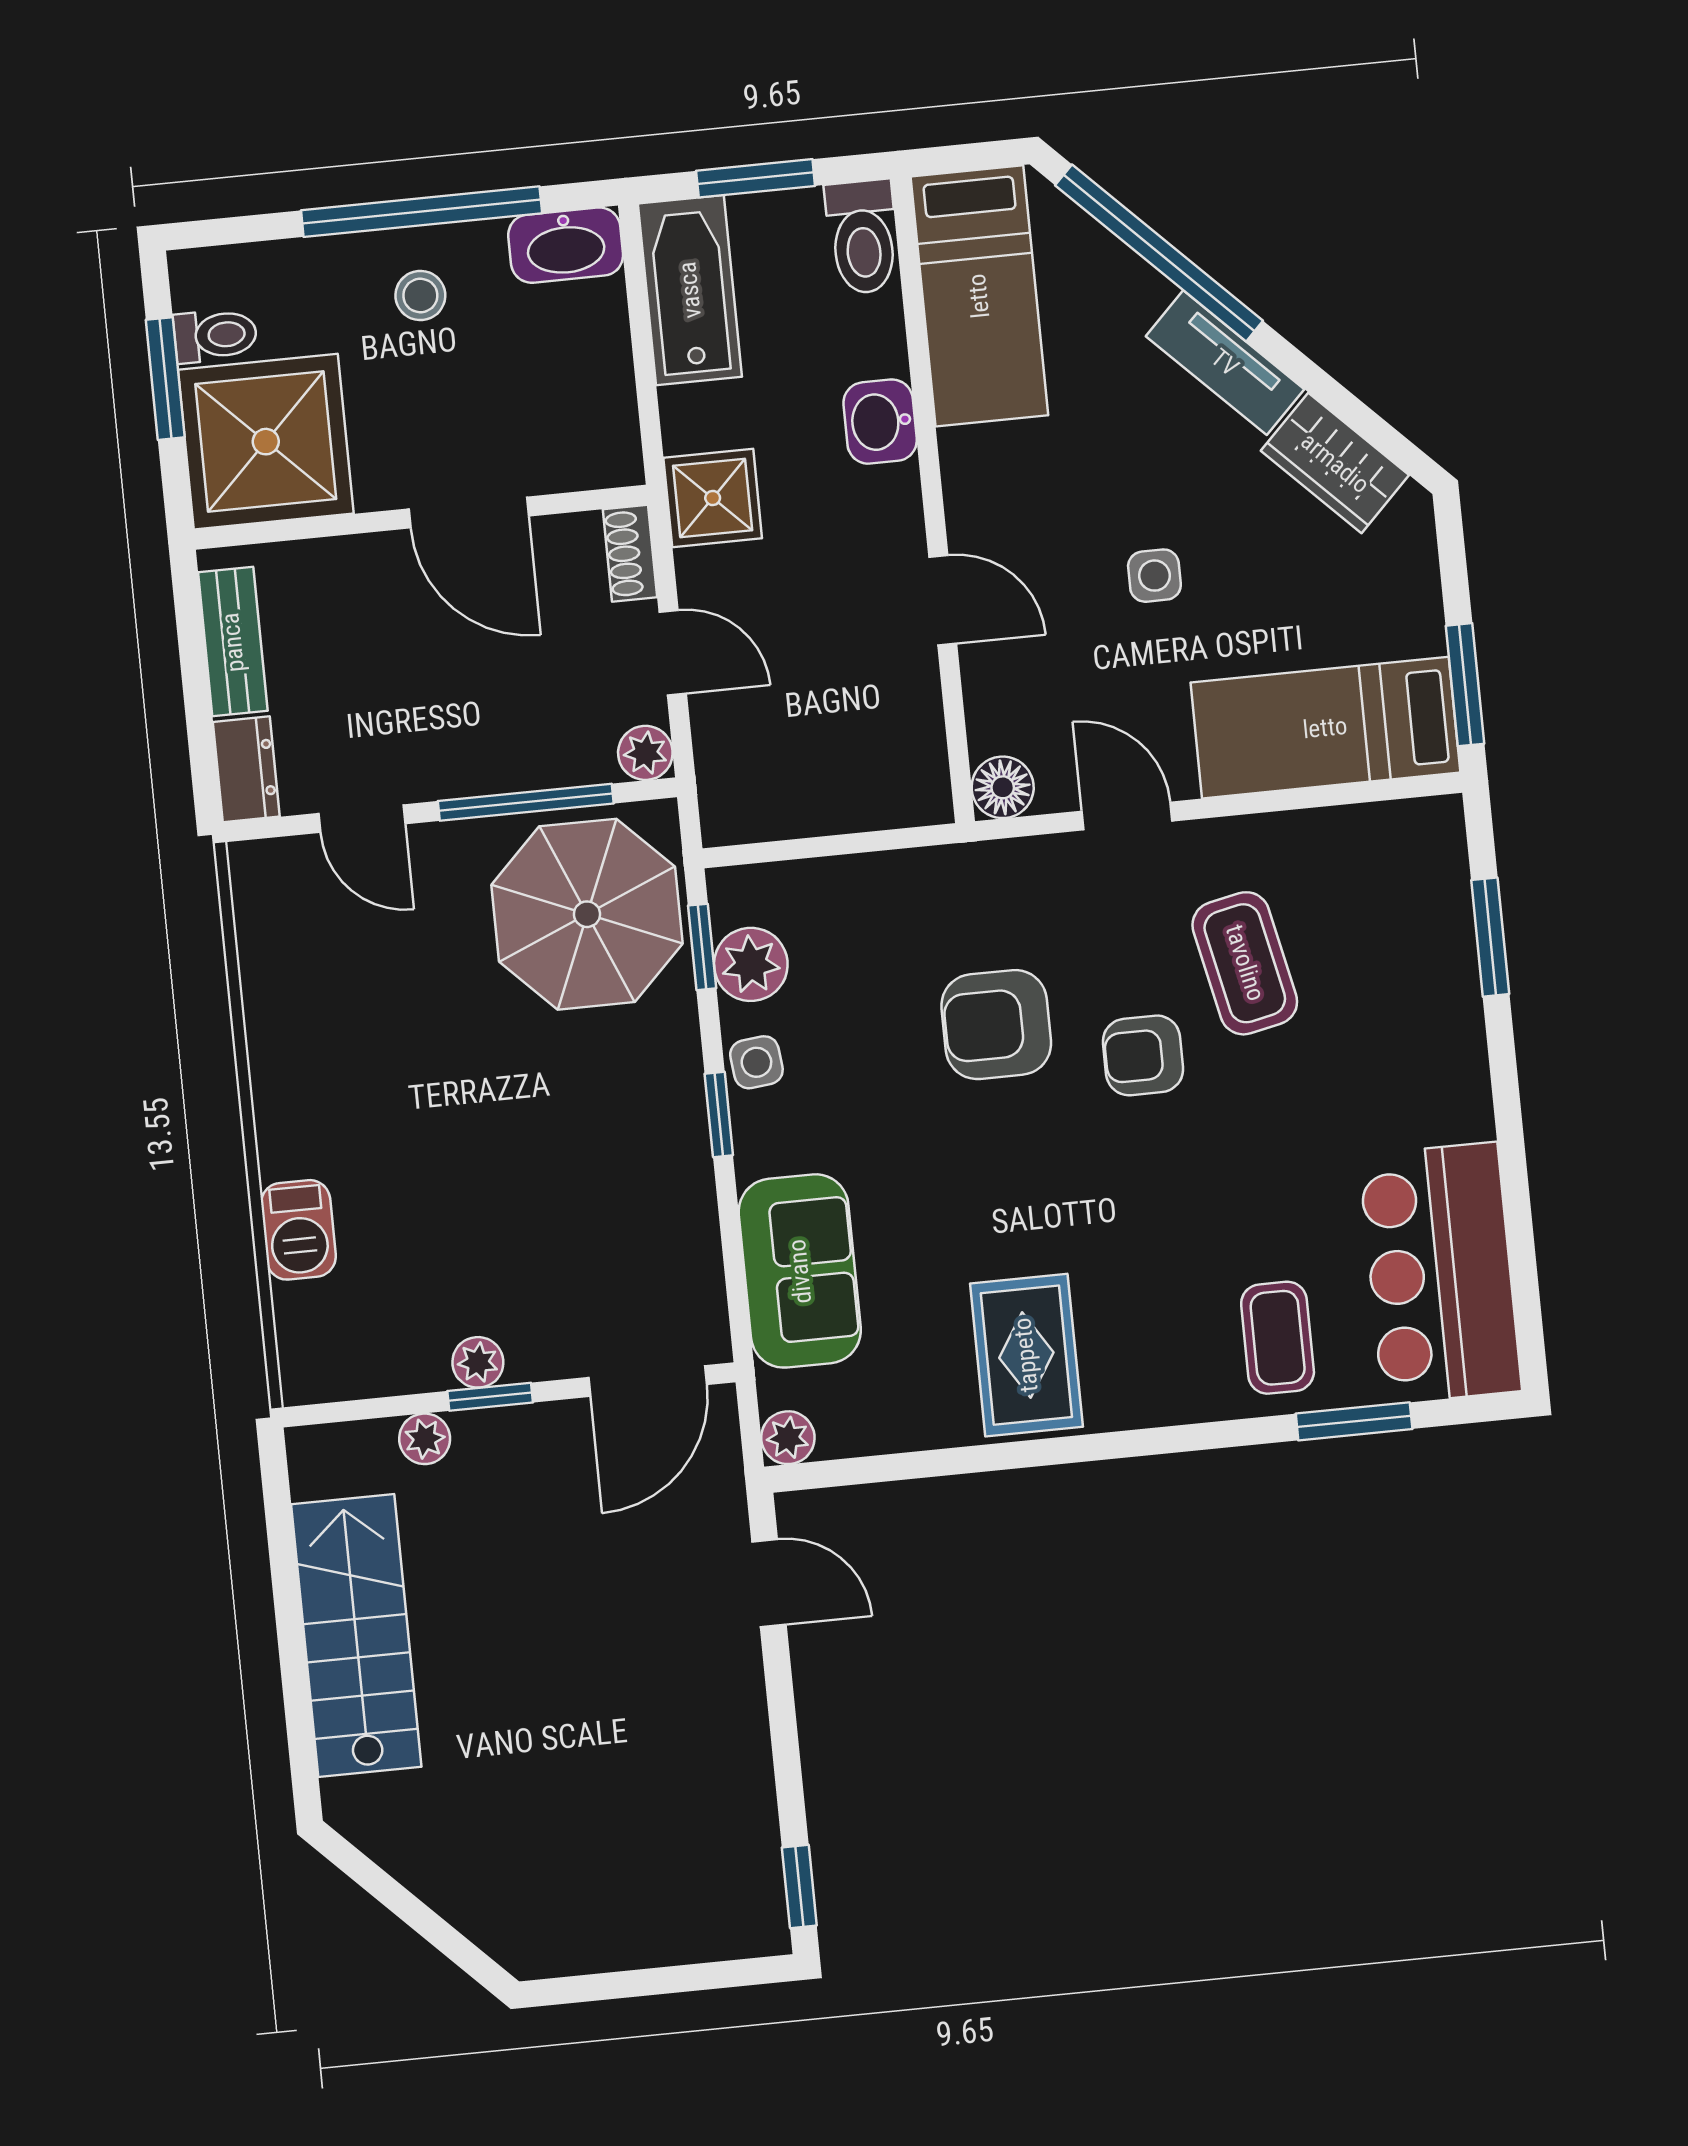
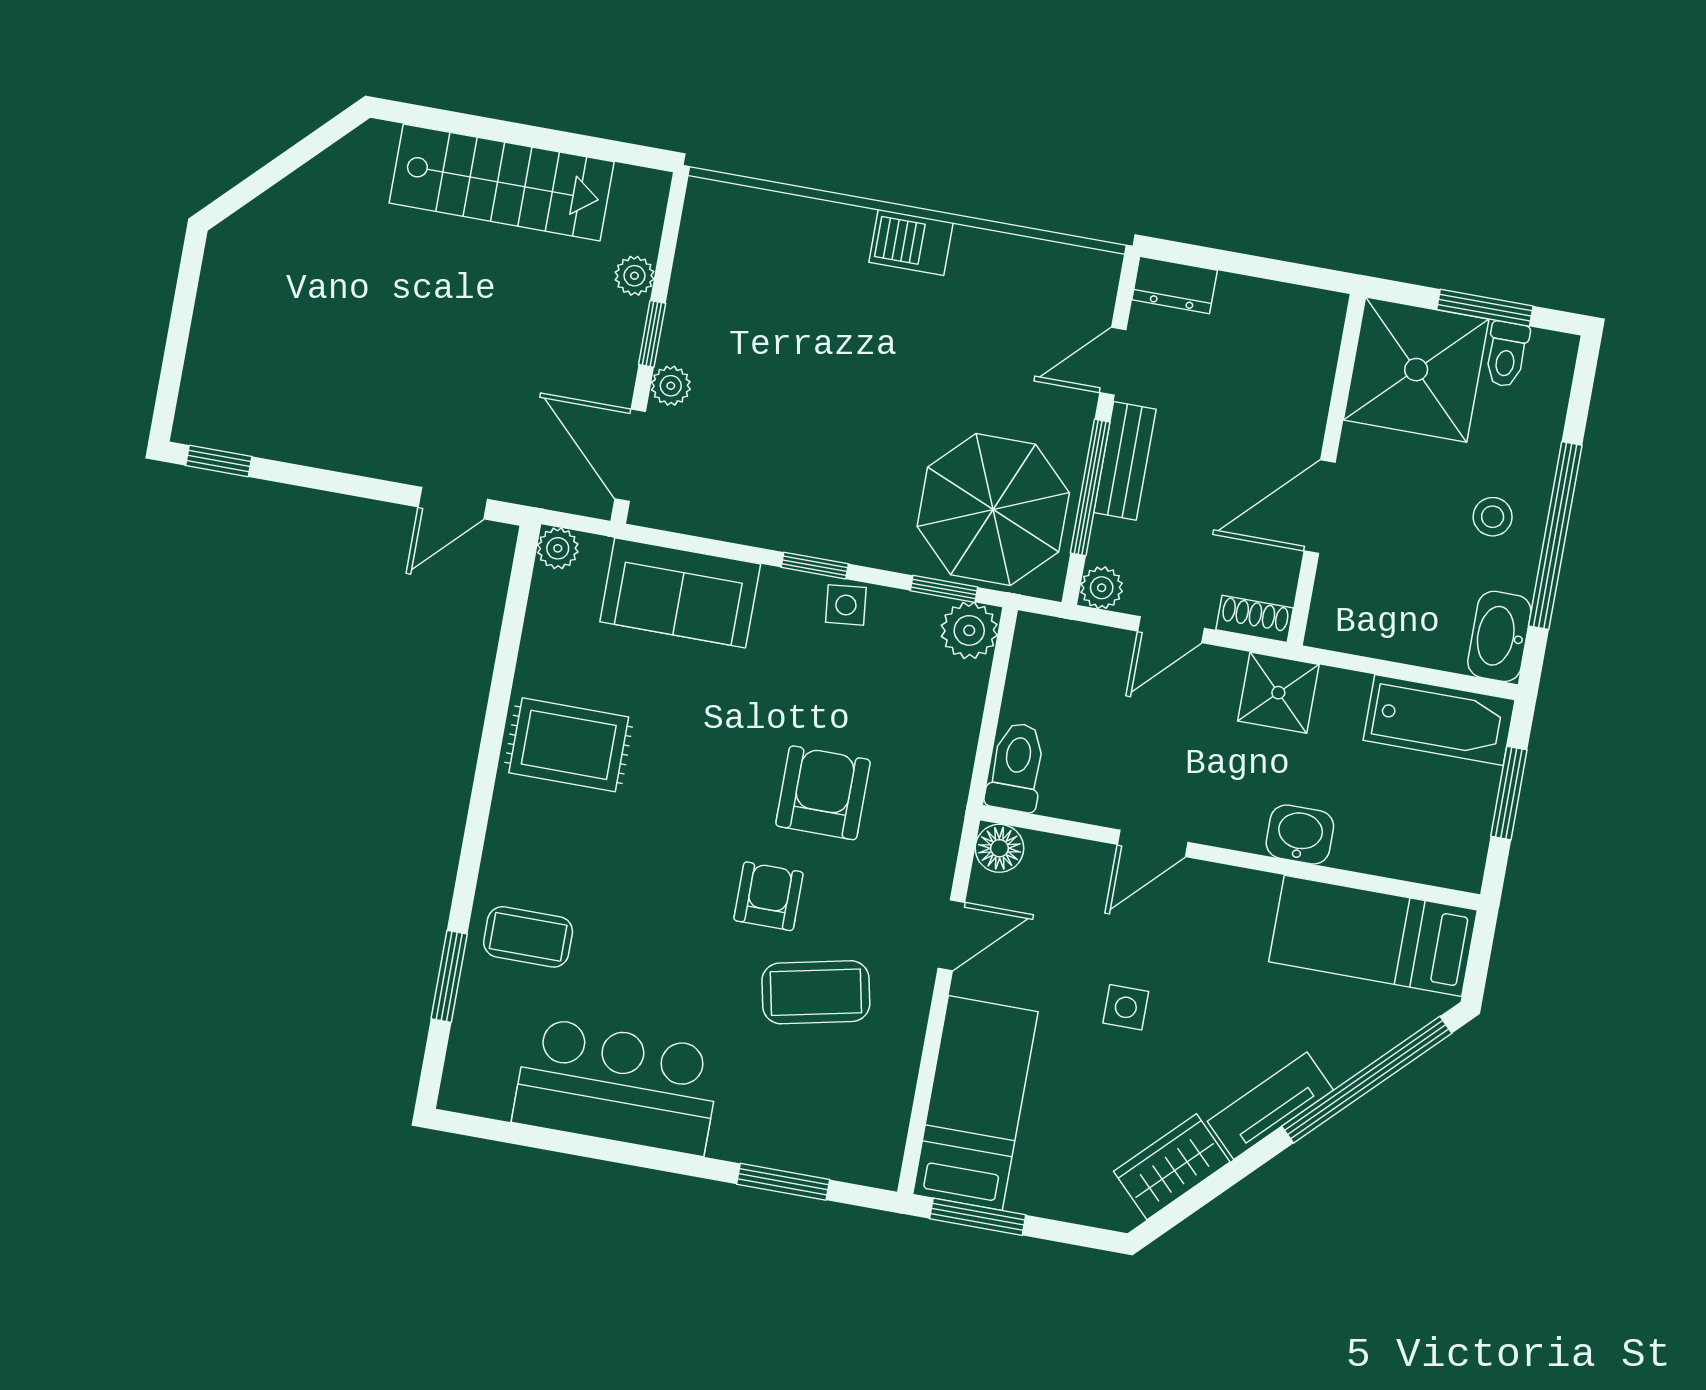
toilet: (863, 237) -> (1016, 767), moved, turned 90
bench: (233, 642) -> (1125, 461), moved, turned 90
plant: (751, 964) -> (969, 630), moved
barbecue: (298, 1230) -> (911, 242), moved
bar counter: (1440, 1273) -> (617, 1086), moved
plant: (478, 1362) -> (671, 386), moved

